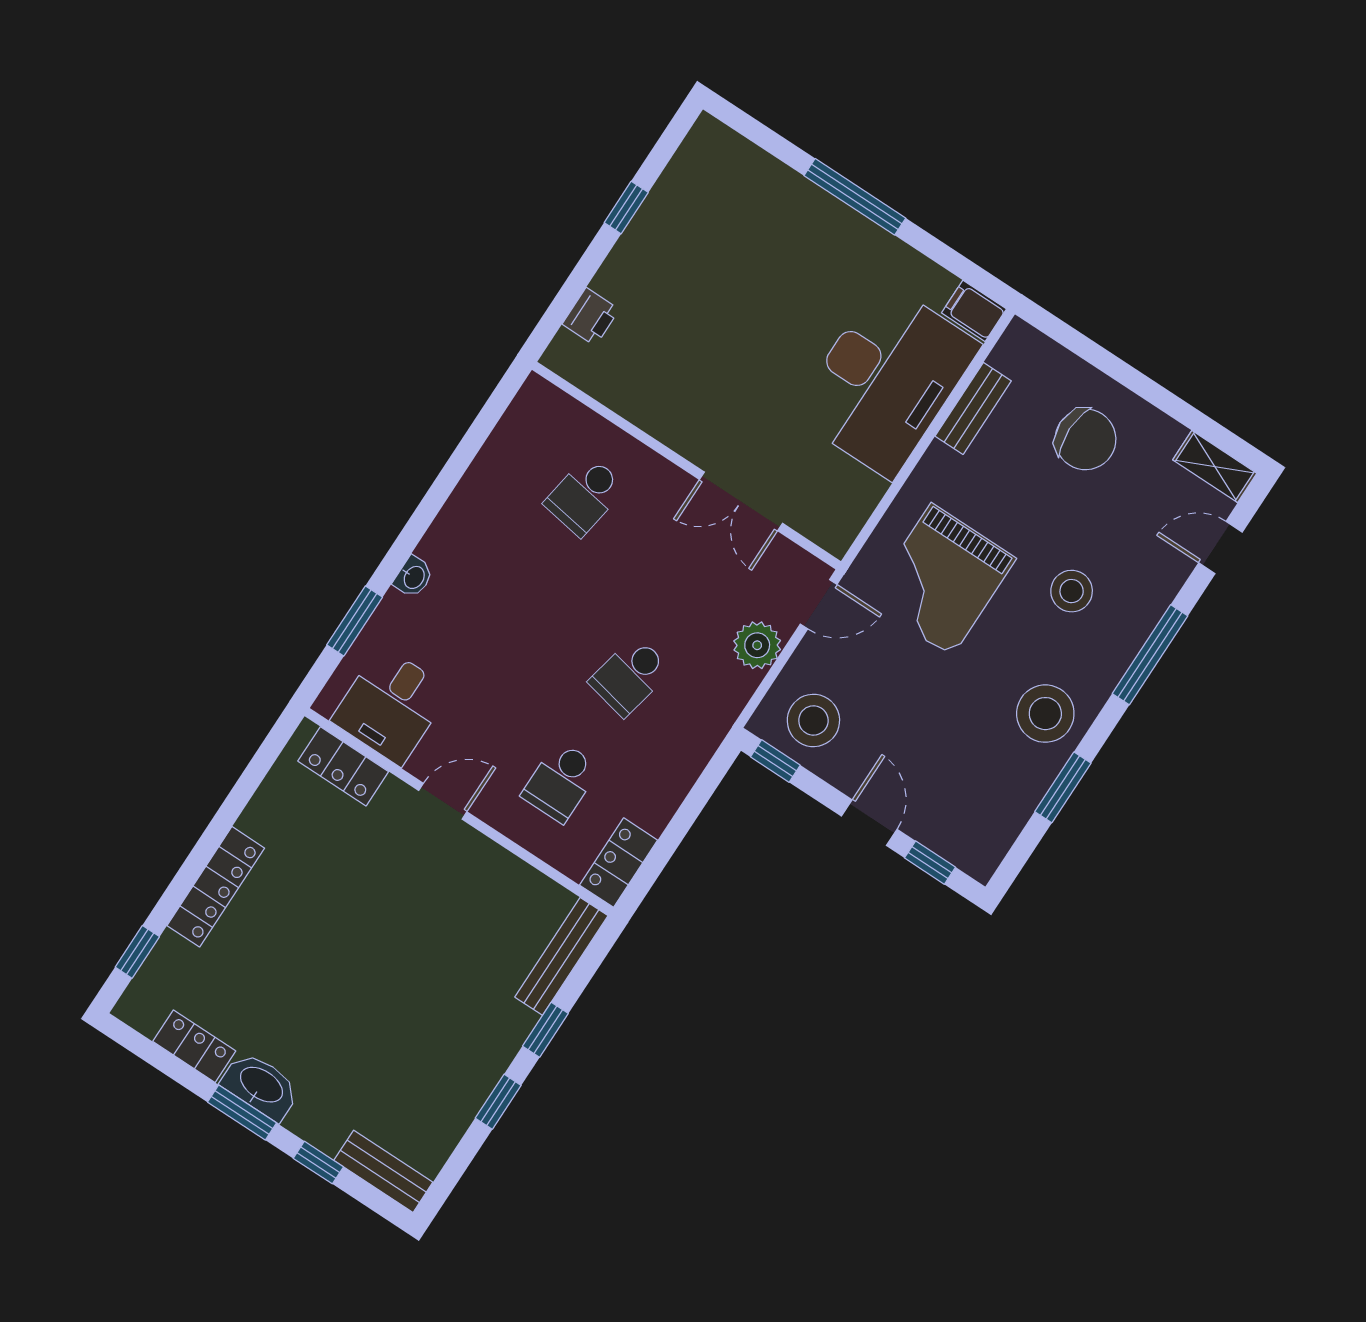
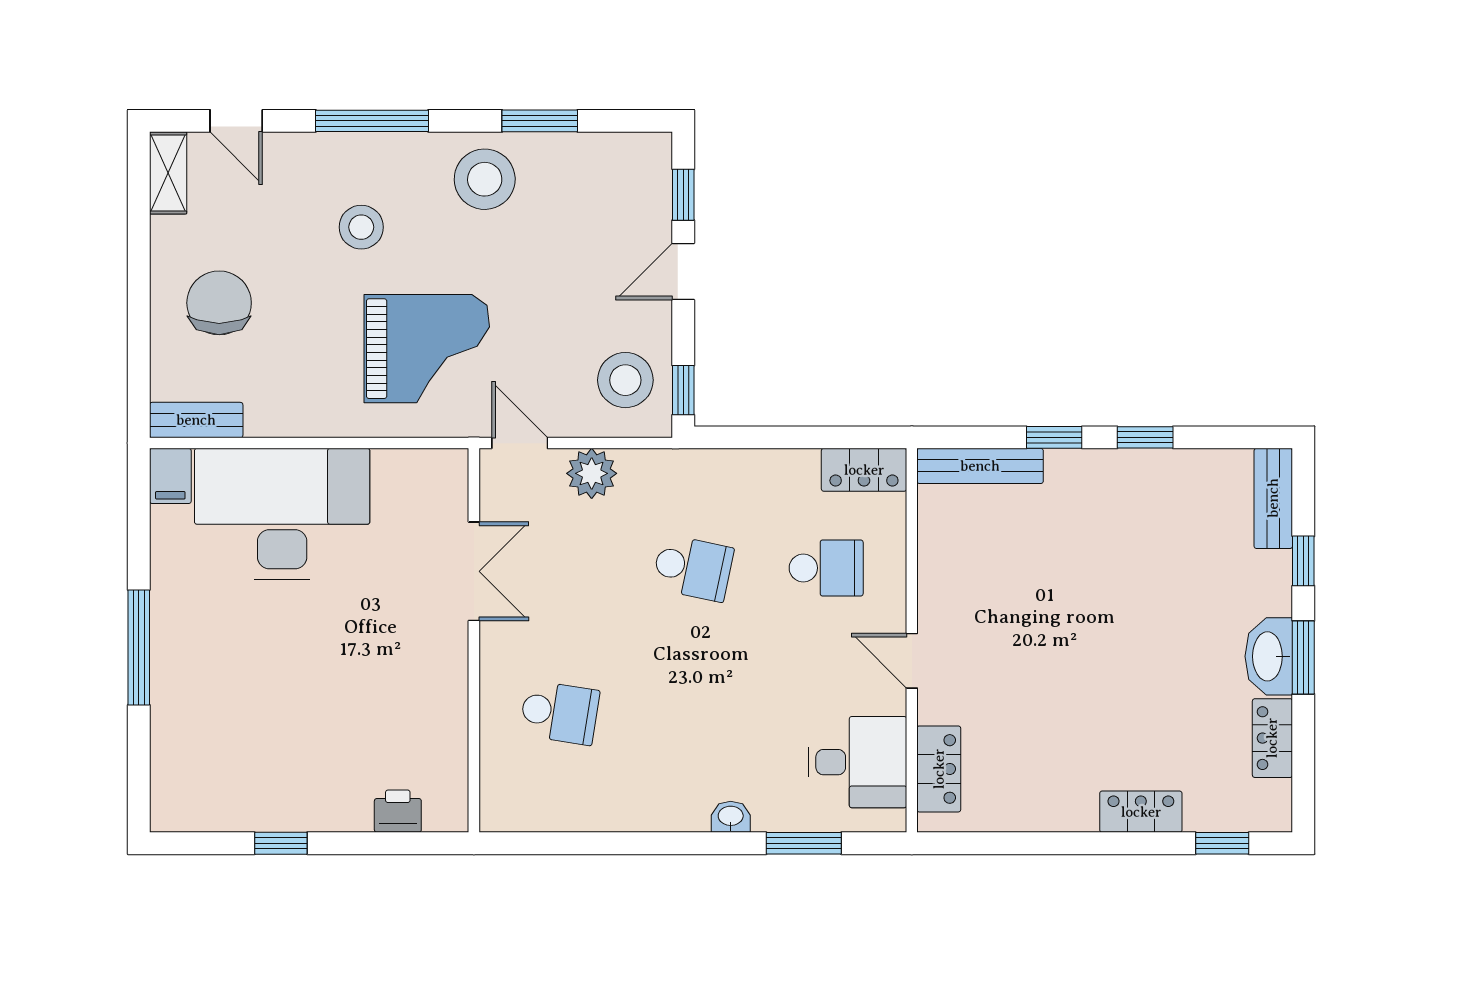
bench: (973, 408) -> (196, 420), moved
locker: (216, 887) -> (1141, 812), width x0.66

